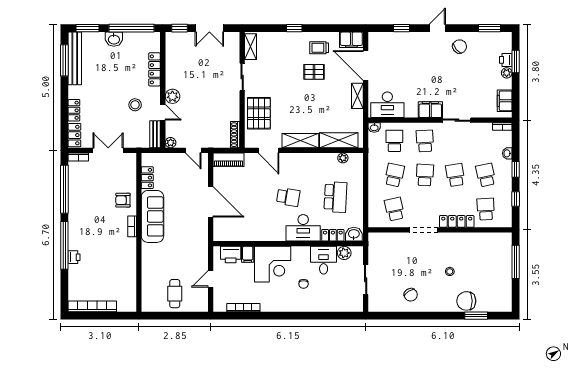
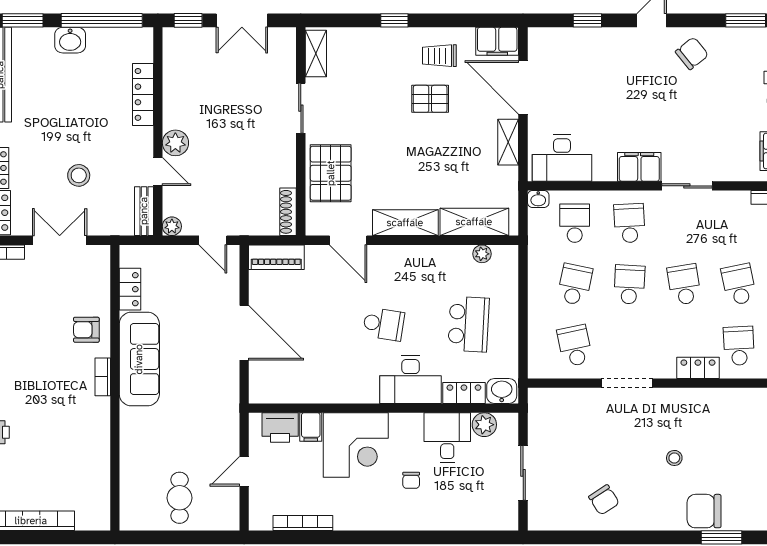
stool: (135, 105) -> (79, 175), moved
locker: (457, 221) -> (698, 368), width x0.66

